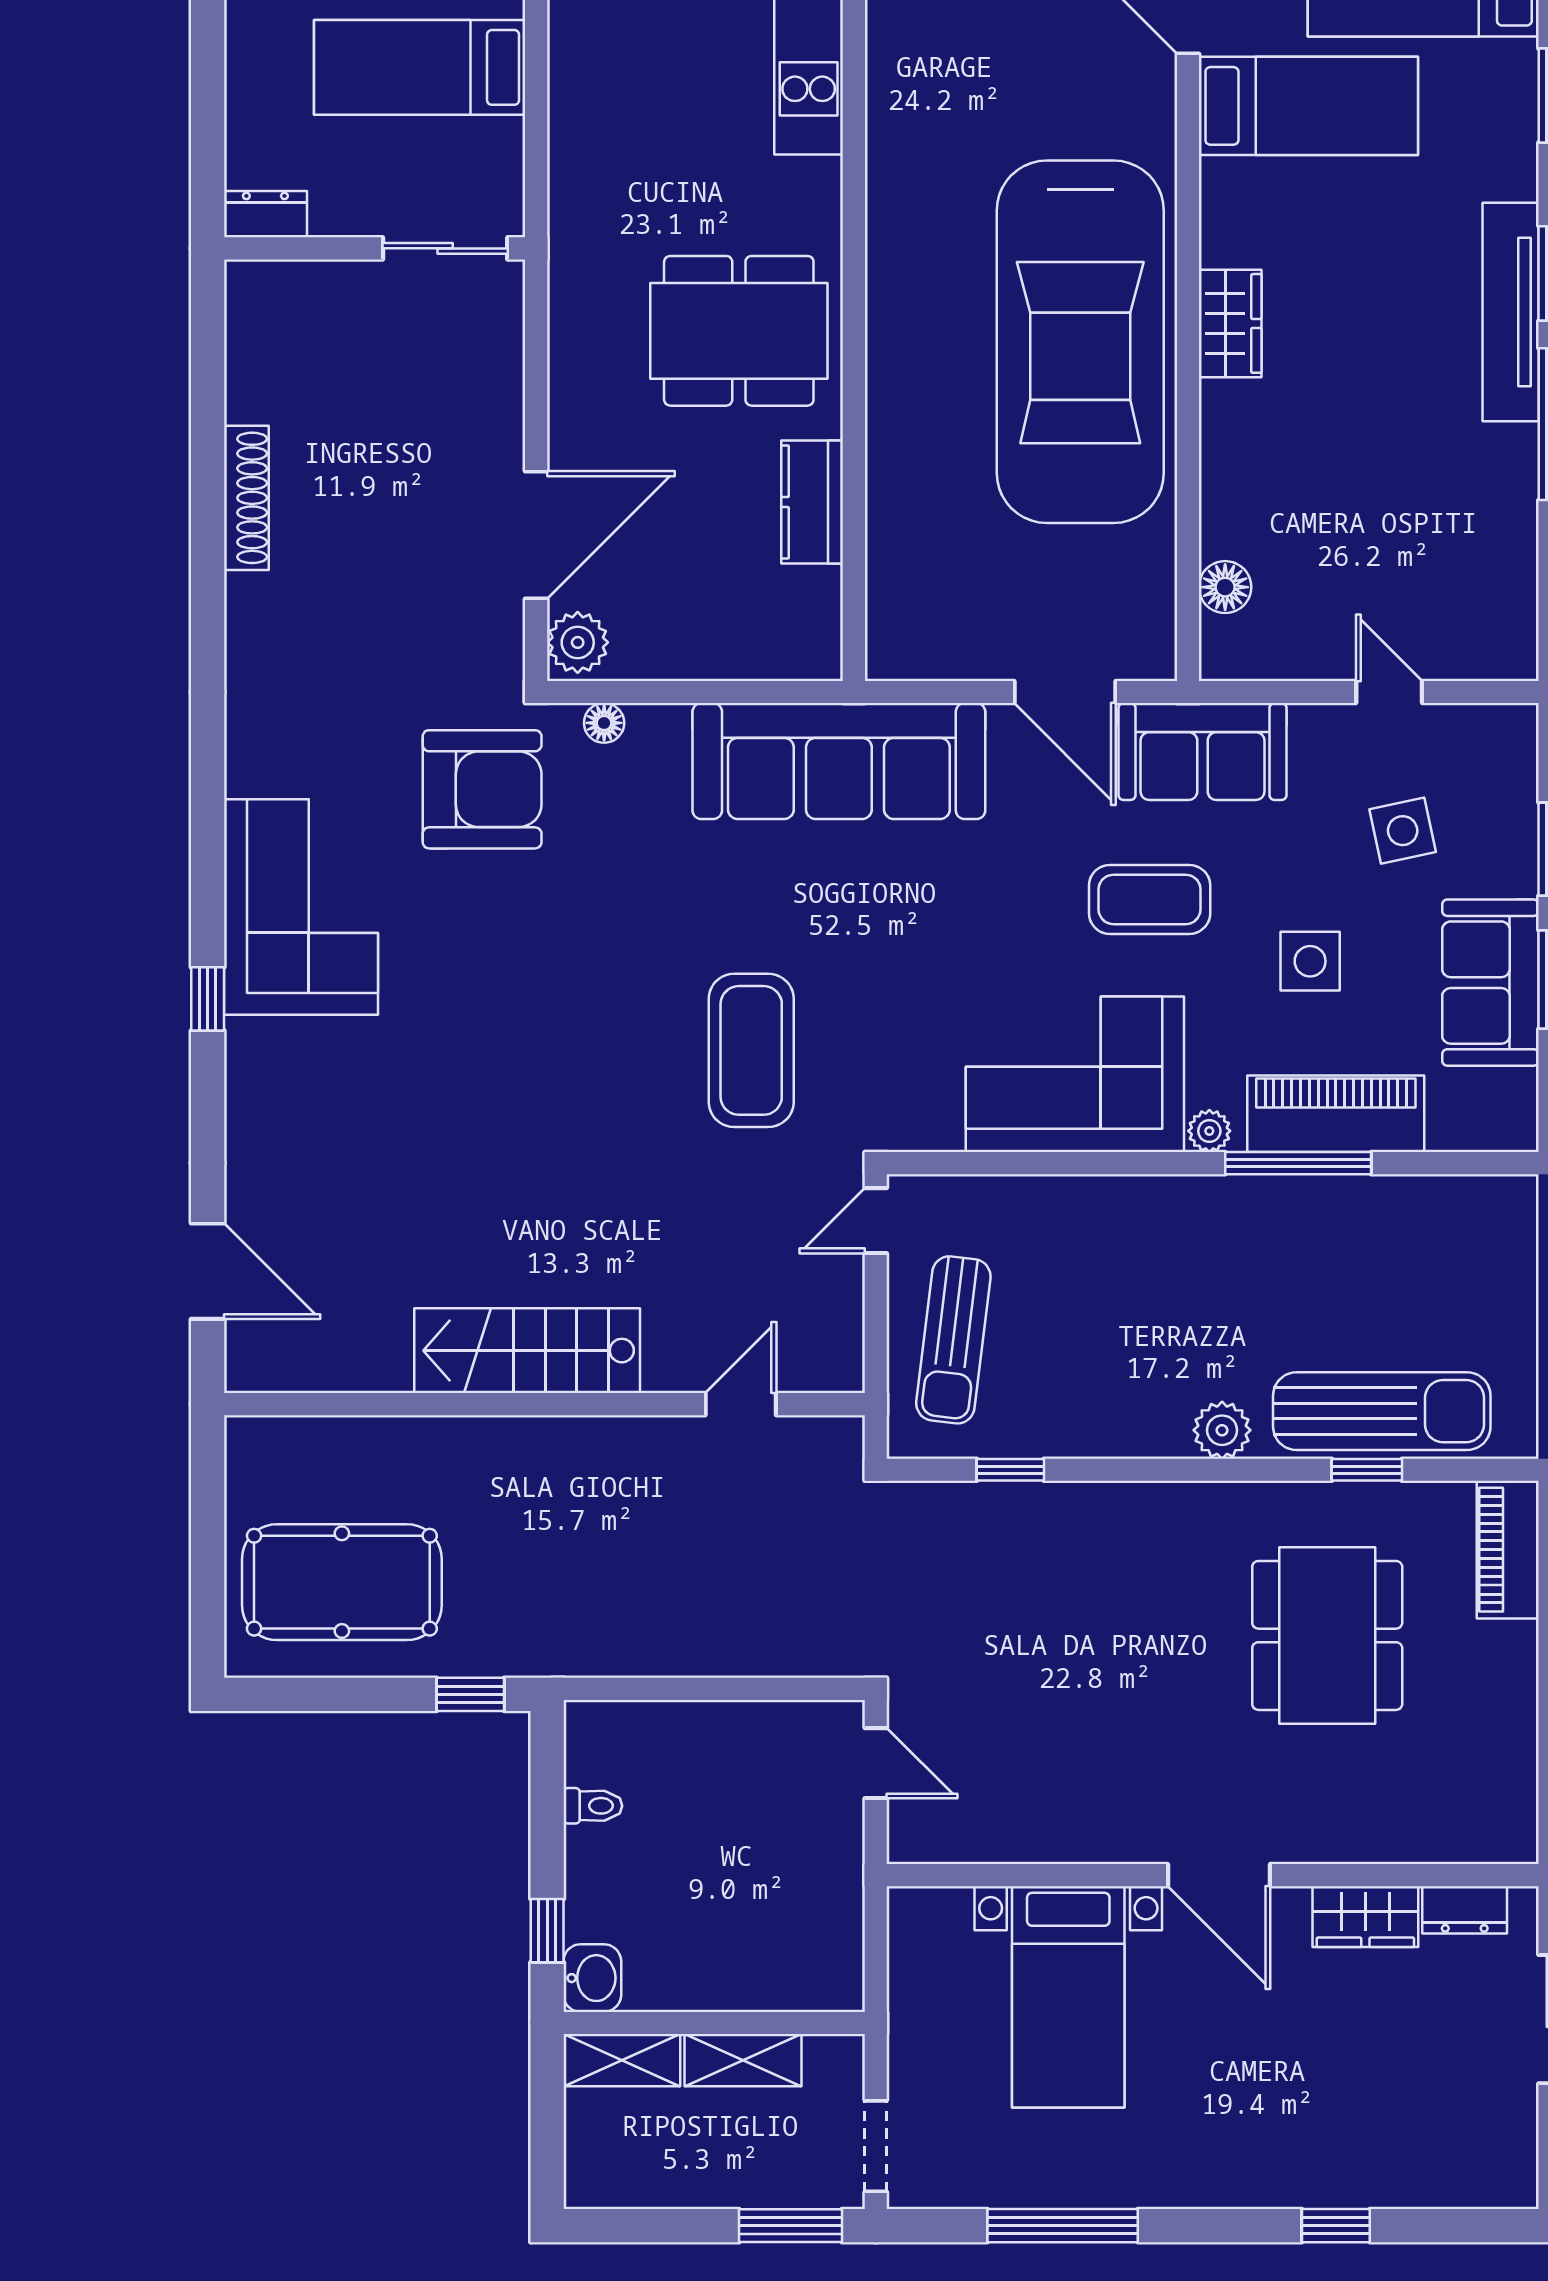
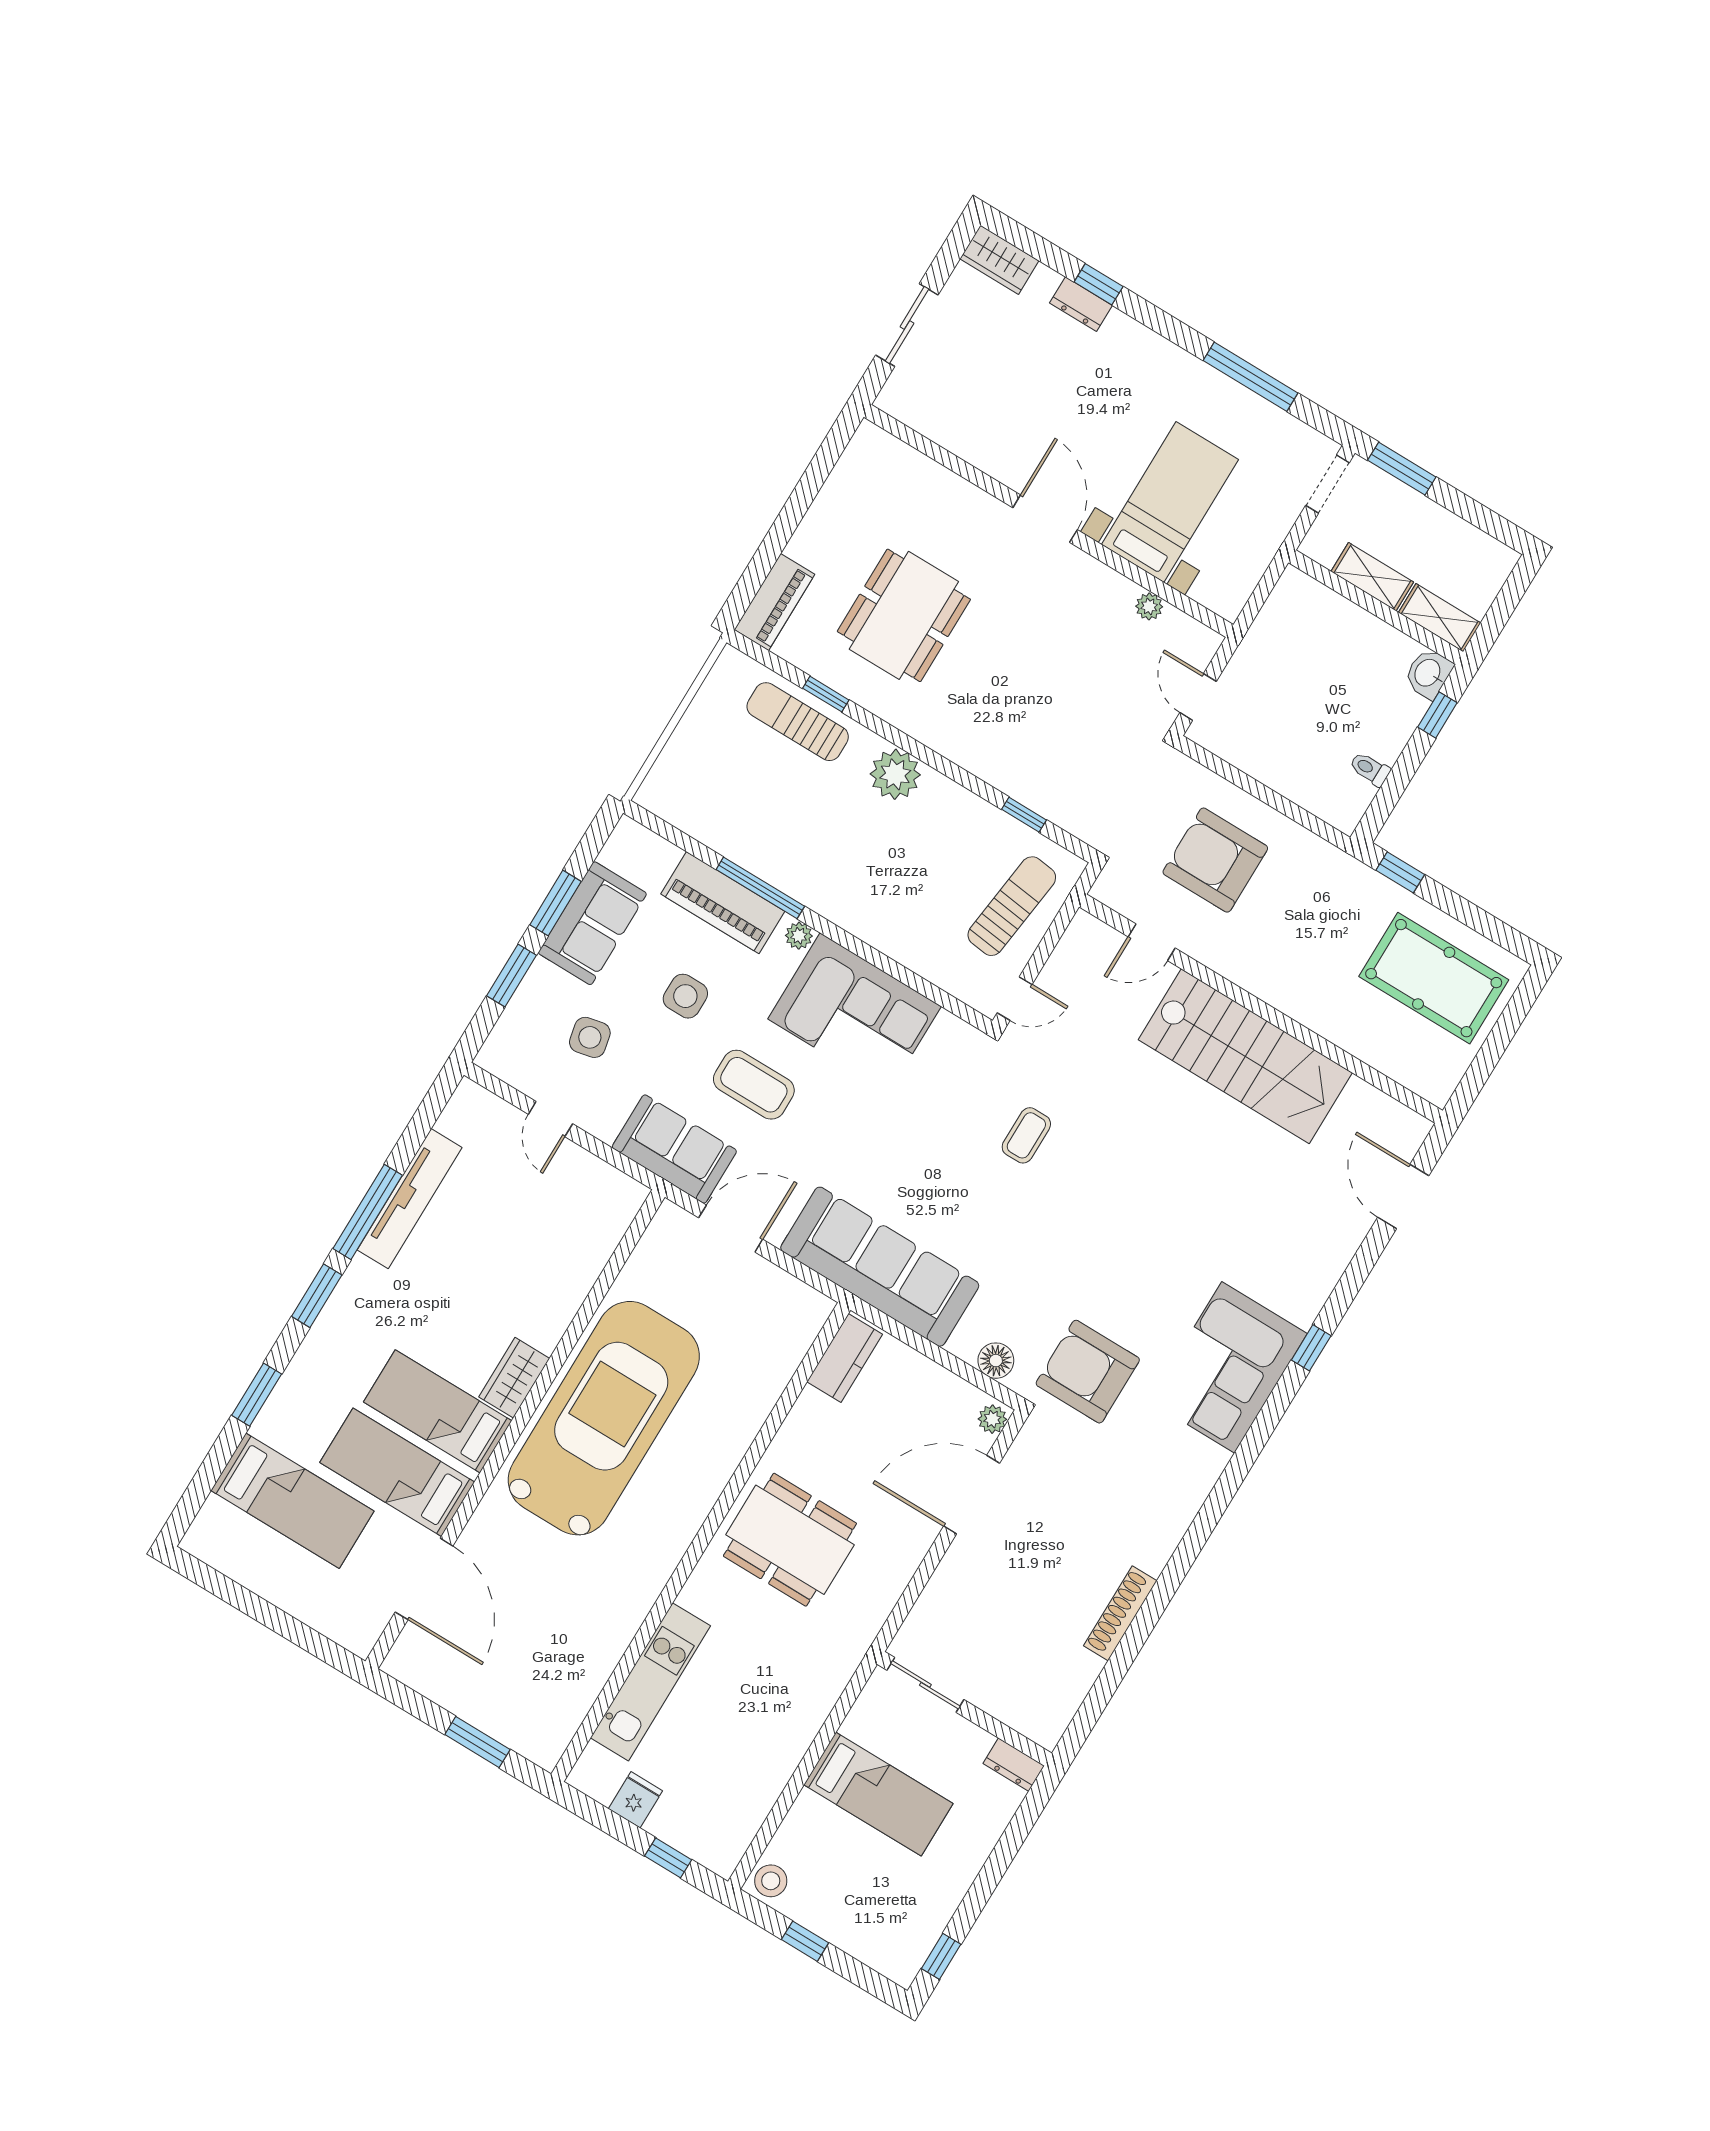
bed: (1304, 218) -> (438, 1411), added
tv unit: (1511, 312) -> (410, 1199), moved
kitchen counter: (812, 502) -> (845, 1358), moved
floor lamp: (1225, 587) -> (606, 1233), removed
plant: (578, 642) -> (992, 1419), width x0.73, depth x0.73
door: (1065, 692) -> (731, 1229), hinge flipped
floor lamp: (604, 723) -> (996, 1361), width x1.37, depth x1.37
coffee table: (751, 1050) -> (1026, 1135), width x0.54, depth x0.58
stairs: (527, 1351) -> (1245, 1056), width x1.36, depth x1.51
sun lounger: (1382, 1411) -> (798, 722), width x0.73, depth x0.75
plant: (1222, 1430) -> (895, 774), width x1.36, depth x1.36
armchair: (723, 1563) -> (1215, 860), added
plant: (1012, 1843) -> (1149, 606), added
dresser: (1465, 1910) -> (1081, 304), moved, turned 180
wardrobe: (1365, 1917) -> (999, 260), moved, turned 180

